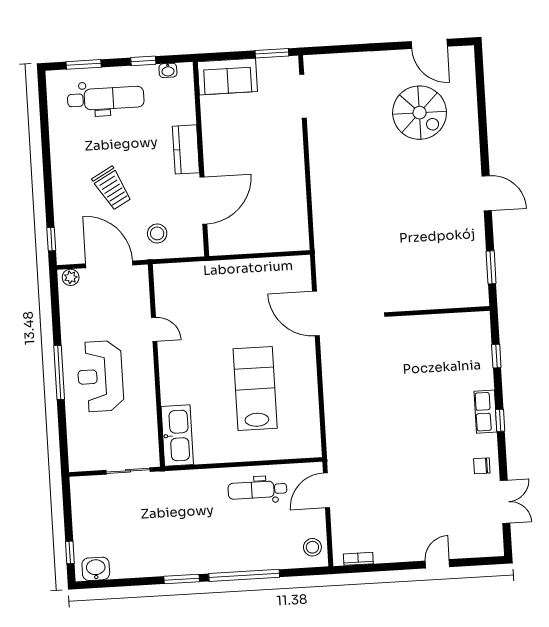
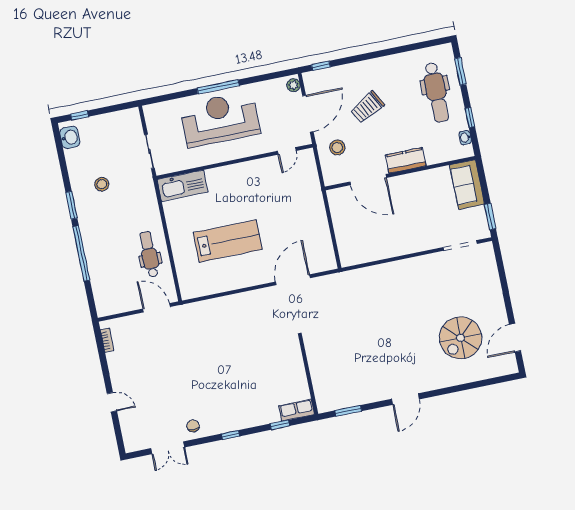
door: (154, 329) -> (287, 151), moved
reception desk: (100, 376) -> (220, 119), width x1.36, depth x1.30
row of seats: (486, 412) -> (297, 410), moved
stool: (312, 547) -> (102, 184), moved

